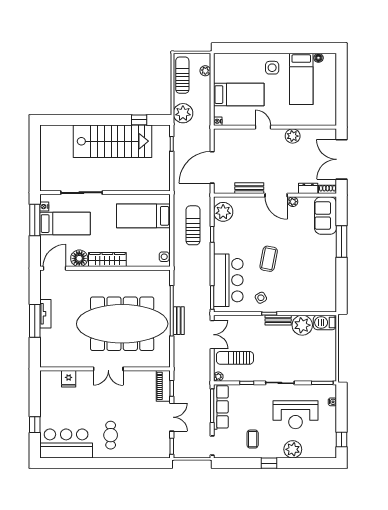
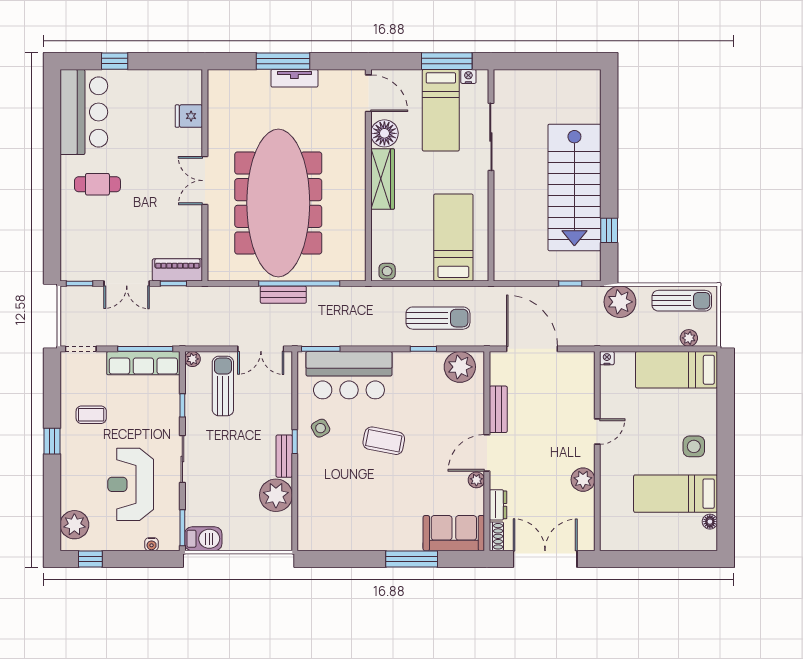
bed: (239, 95) -> (676, 370), moved, turned 90
barbecue: (325, 323) -> (203, 539), moved, turned 90
plant: (293, 449) -> (74, 525), moved

